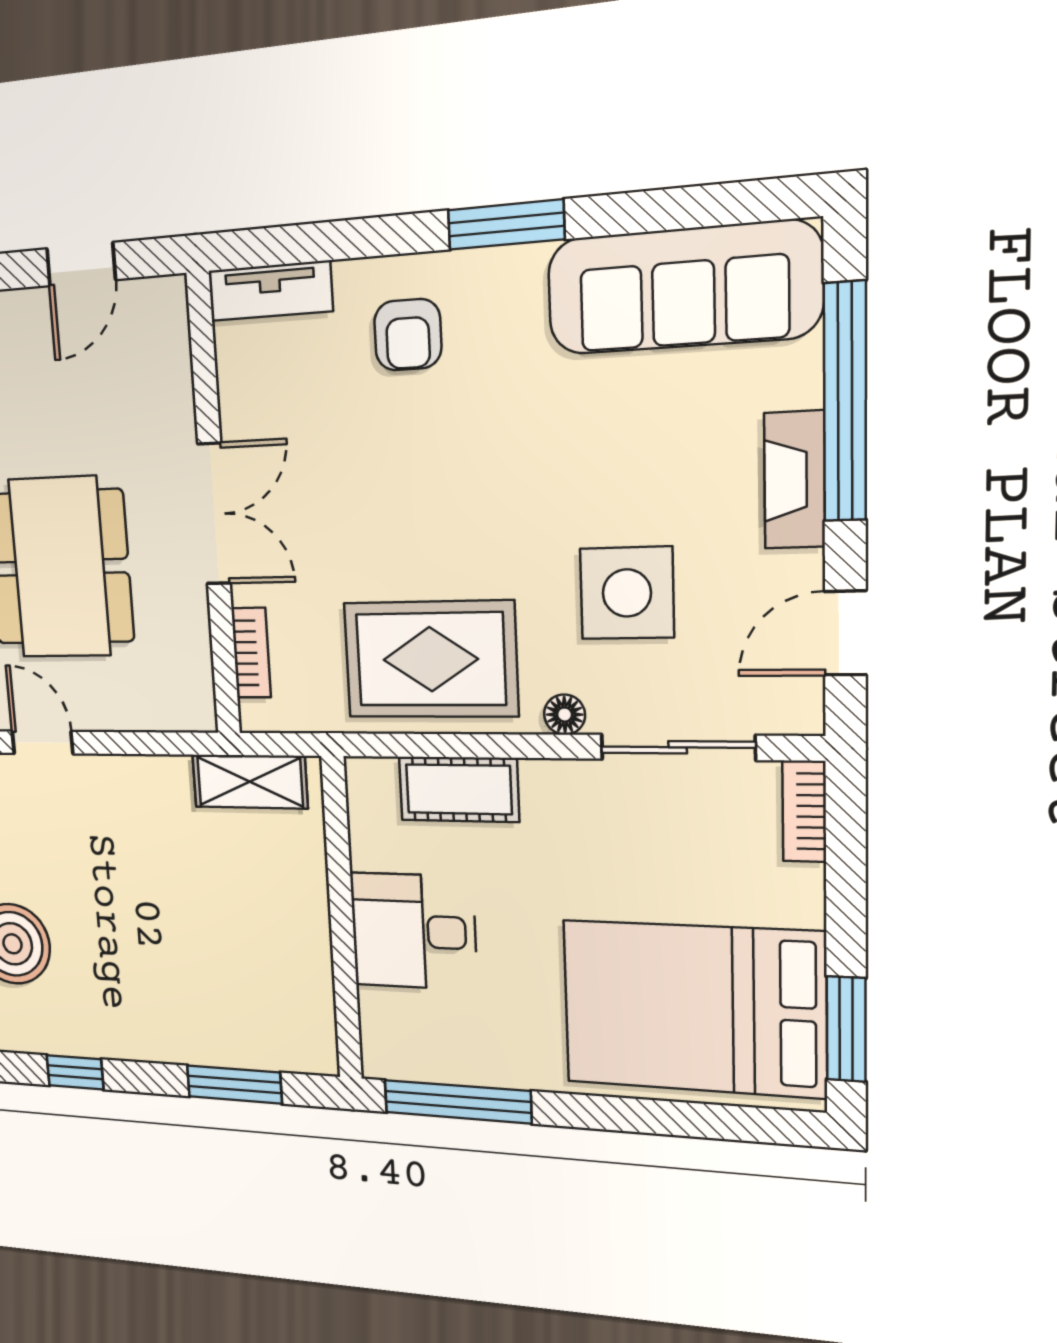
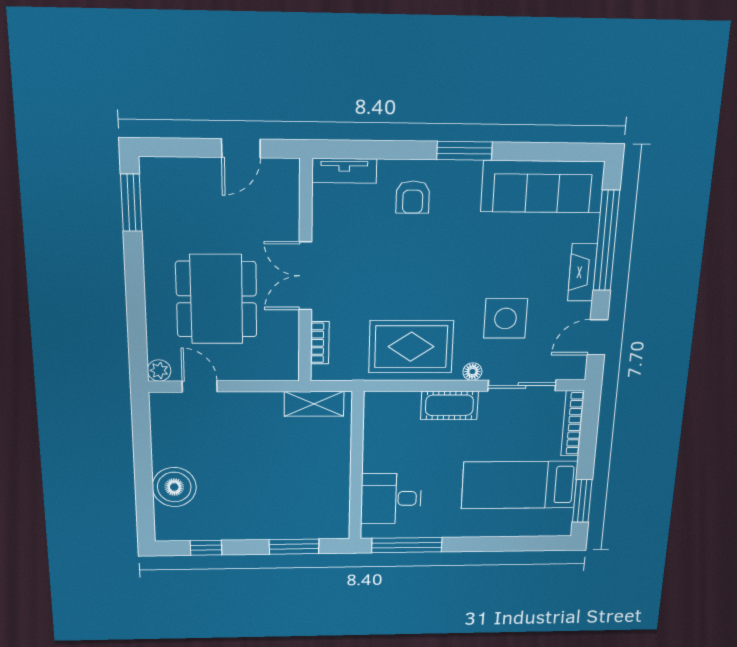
double door: (214, 514) -> (305, 276), swing flipped
cot: (459, 789) -> (449, 405), moved
bookcase: (804, 811) -> (572, 423), width x1.56
desk: (413, 931) -> (391, 499), moved
bed: (693, 1008) -> (519, 485), width x0.67

